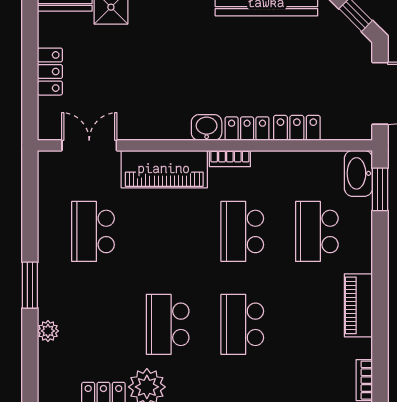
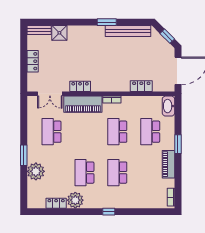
washbasin: (207, 127) -> (102, 86), removed
locker: (247, 129) -> (80, 86), moved
double door: (89, 145) -> (50, 94), swing flipped
window: (380, 189) -> (178, 144), moved
plant: (48, 331) -> (36, 171), width x1.87, depth x1.87

